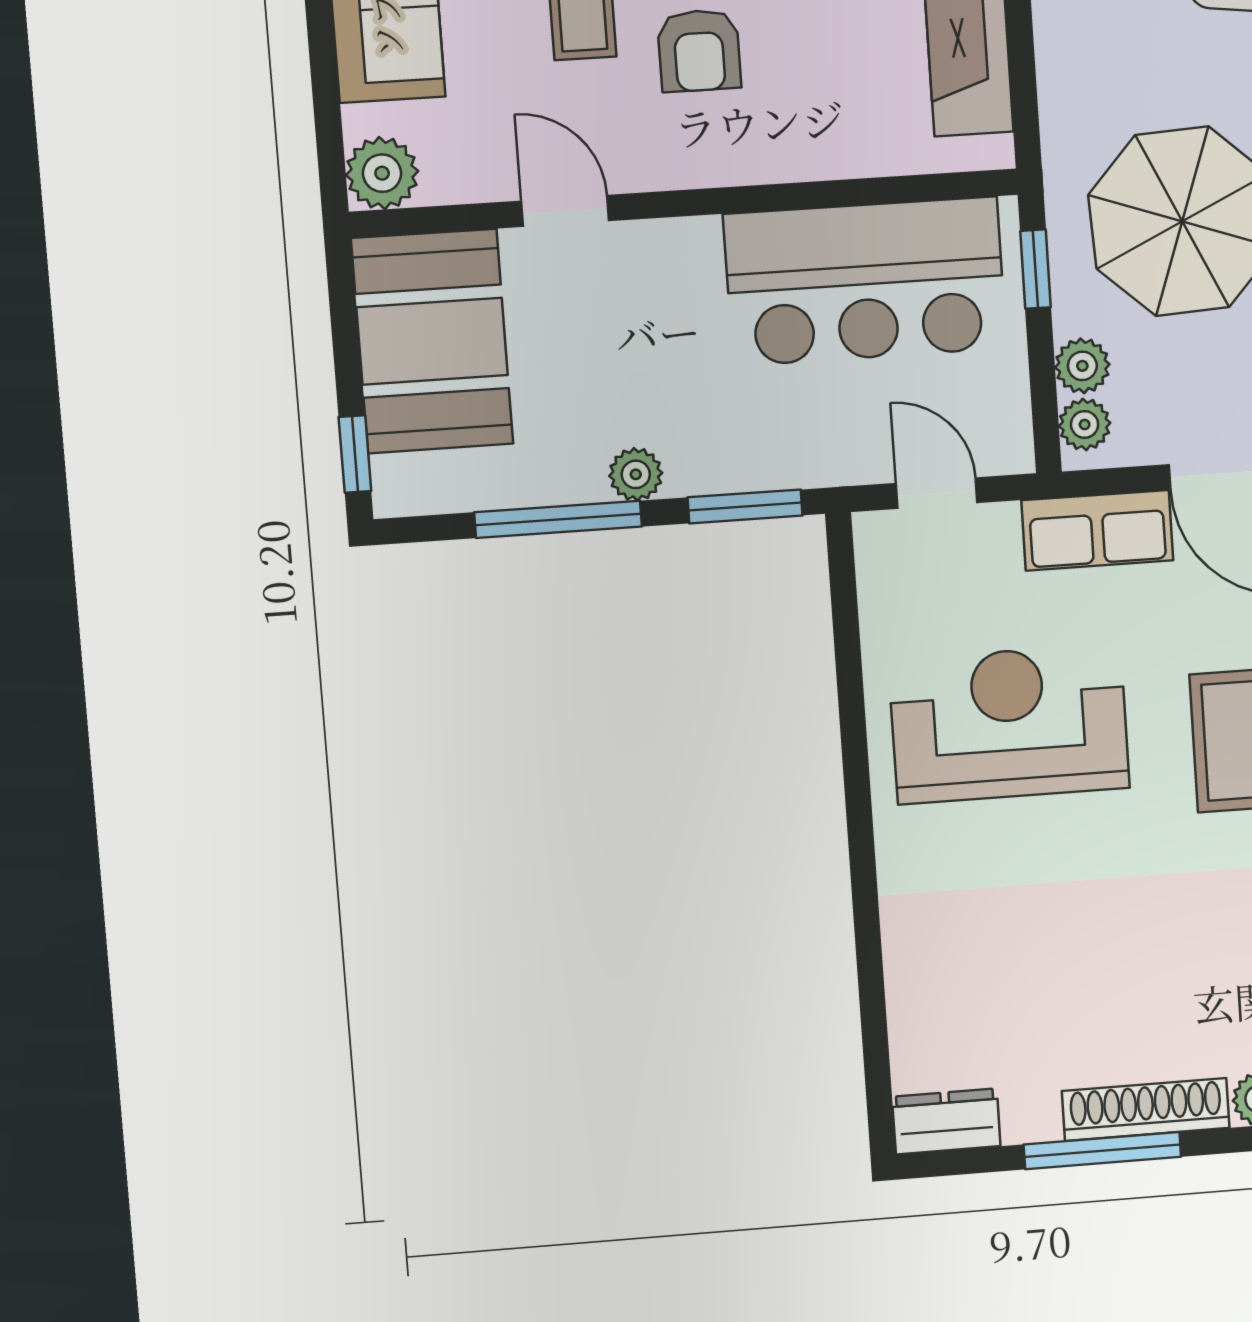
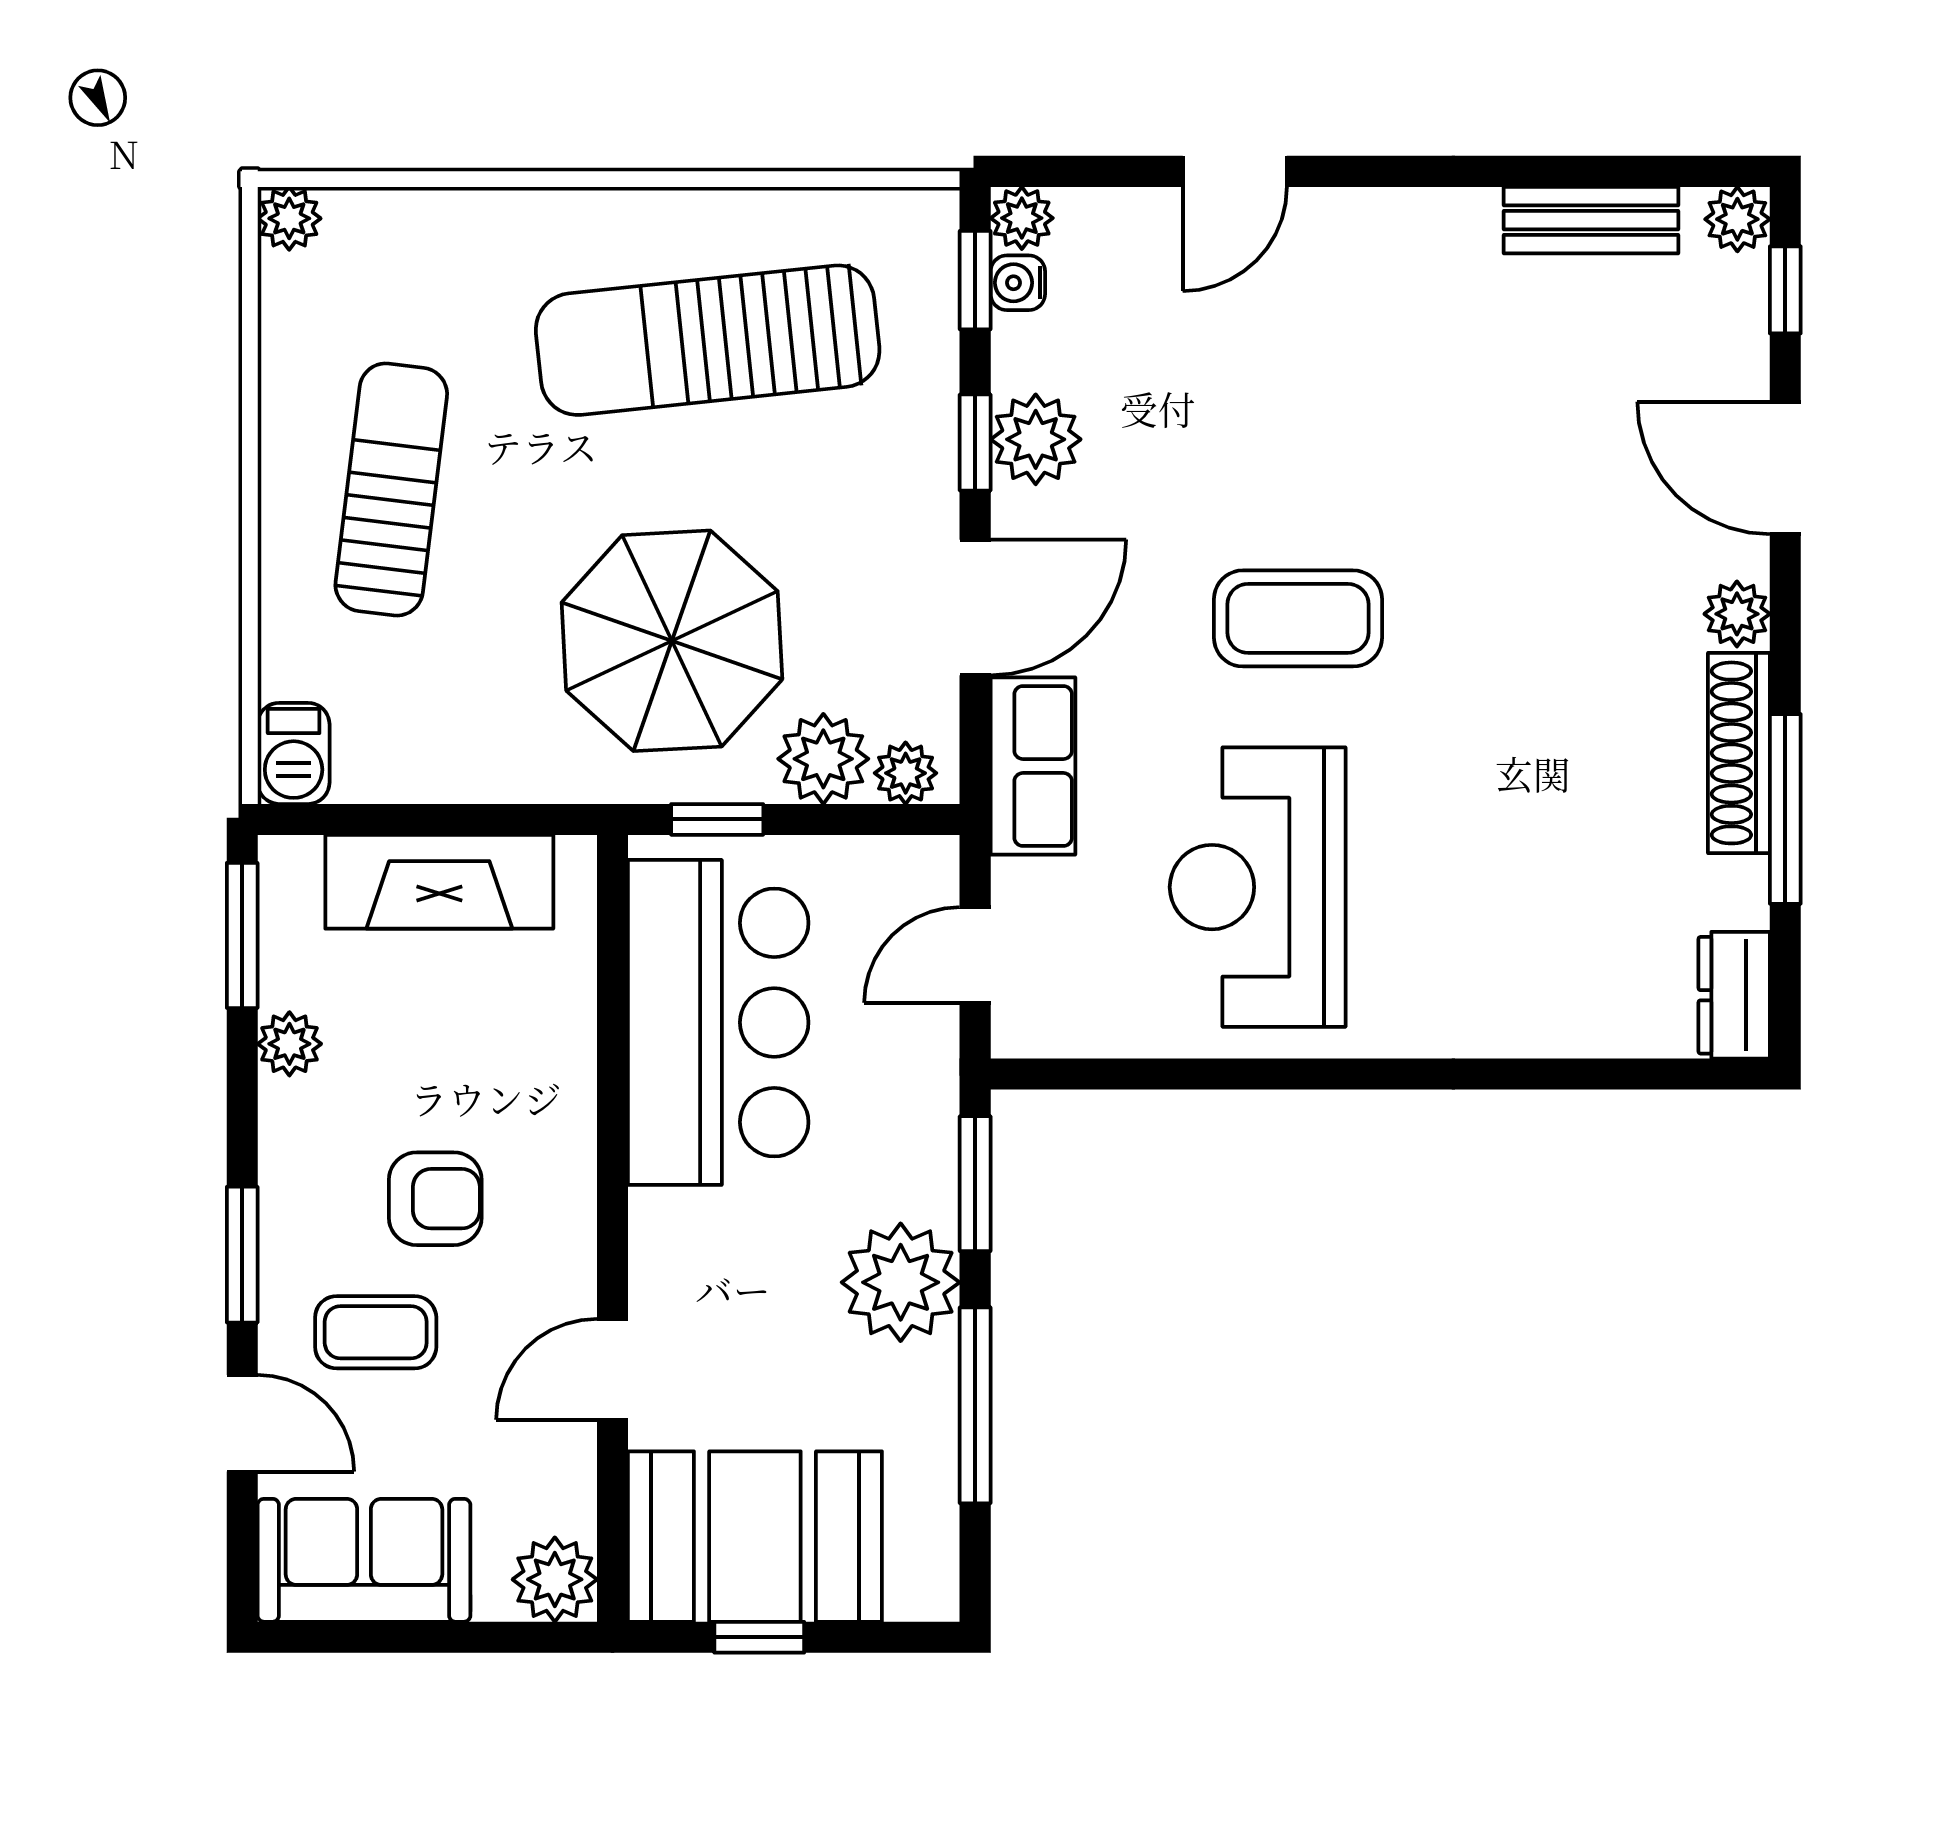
plant: (1082, 366) -> (823, 759), width x1.38, depth x1.38
window: (355, 454) -> (759, 1637), moved
plant: (636, 474) -> (901, 1282), width x1.88, depth x1.88

